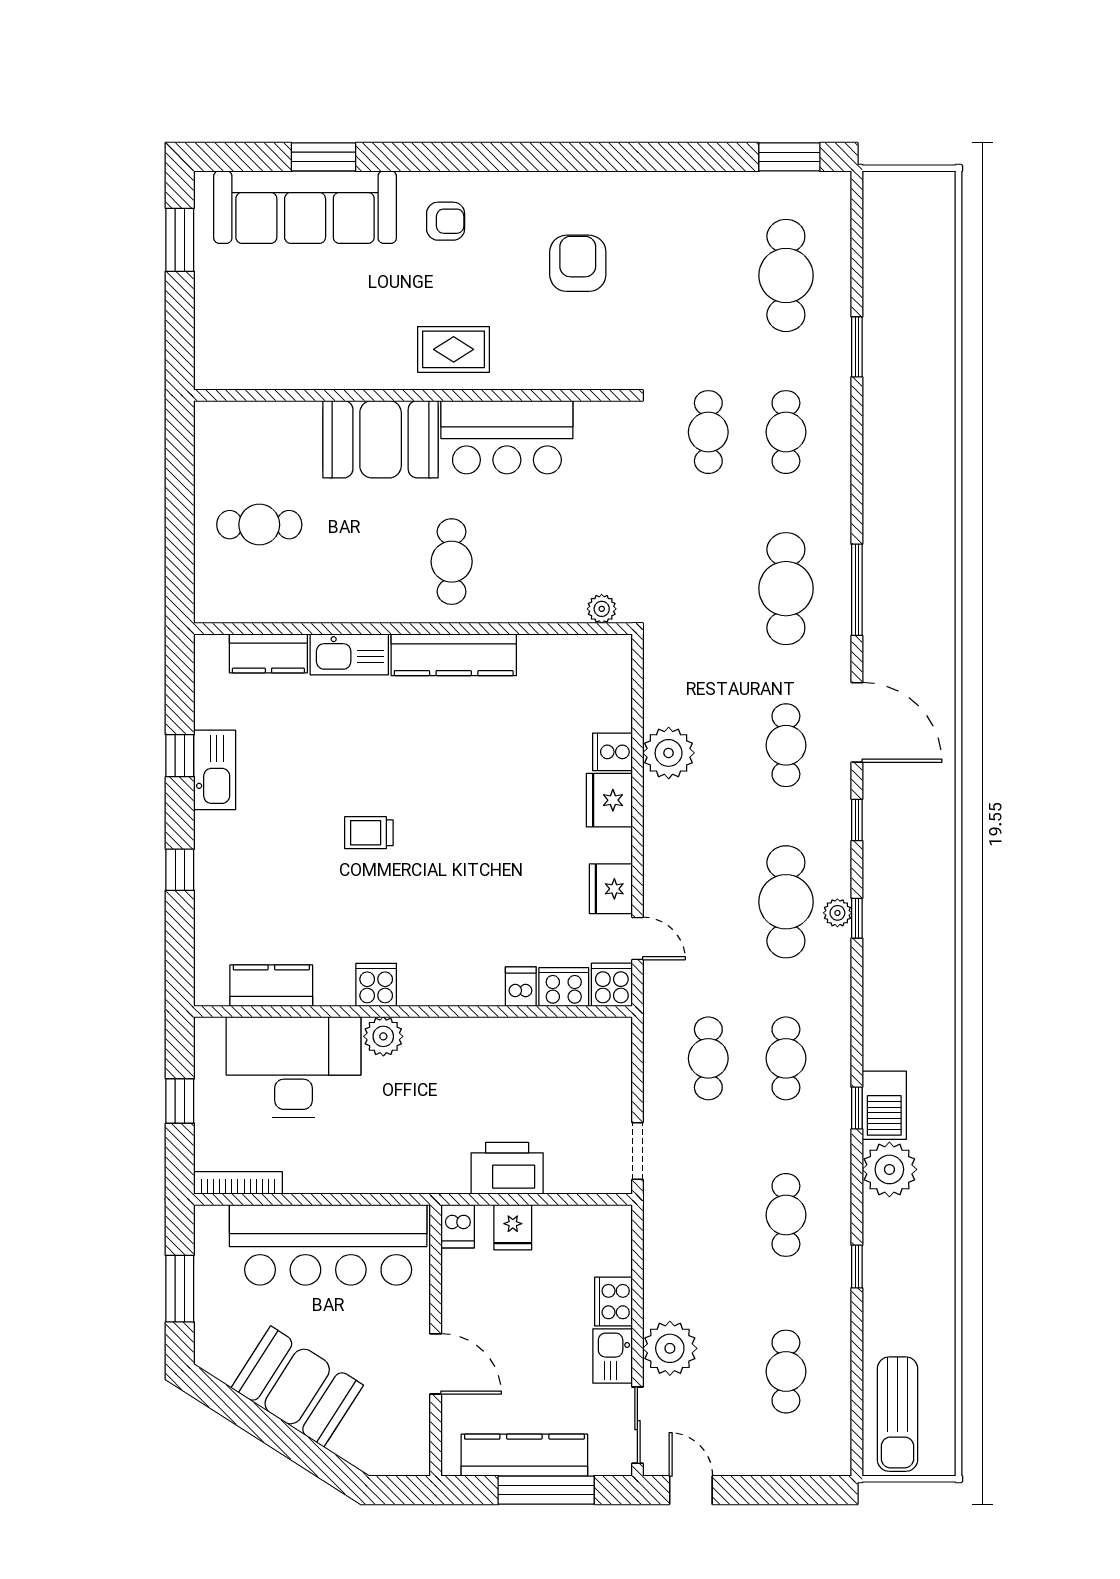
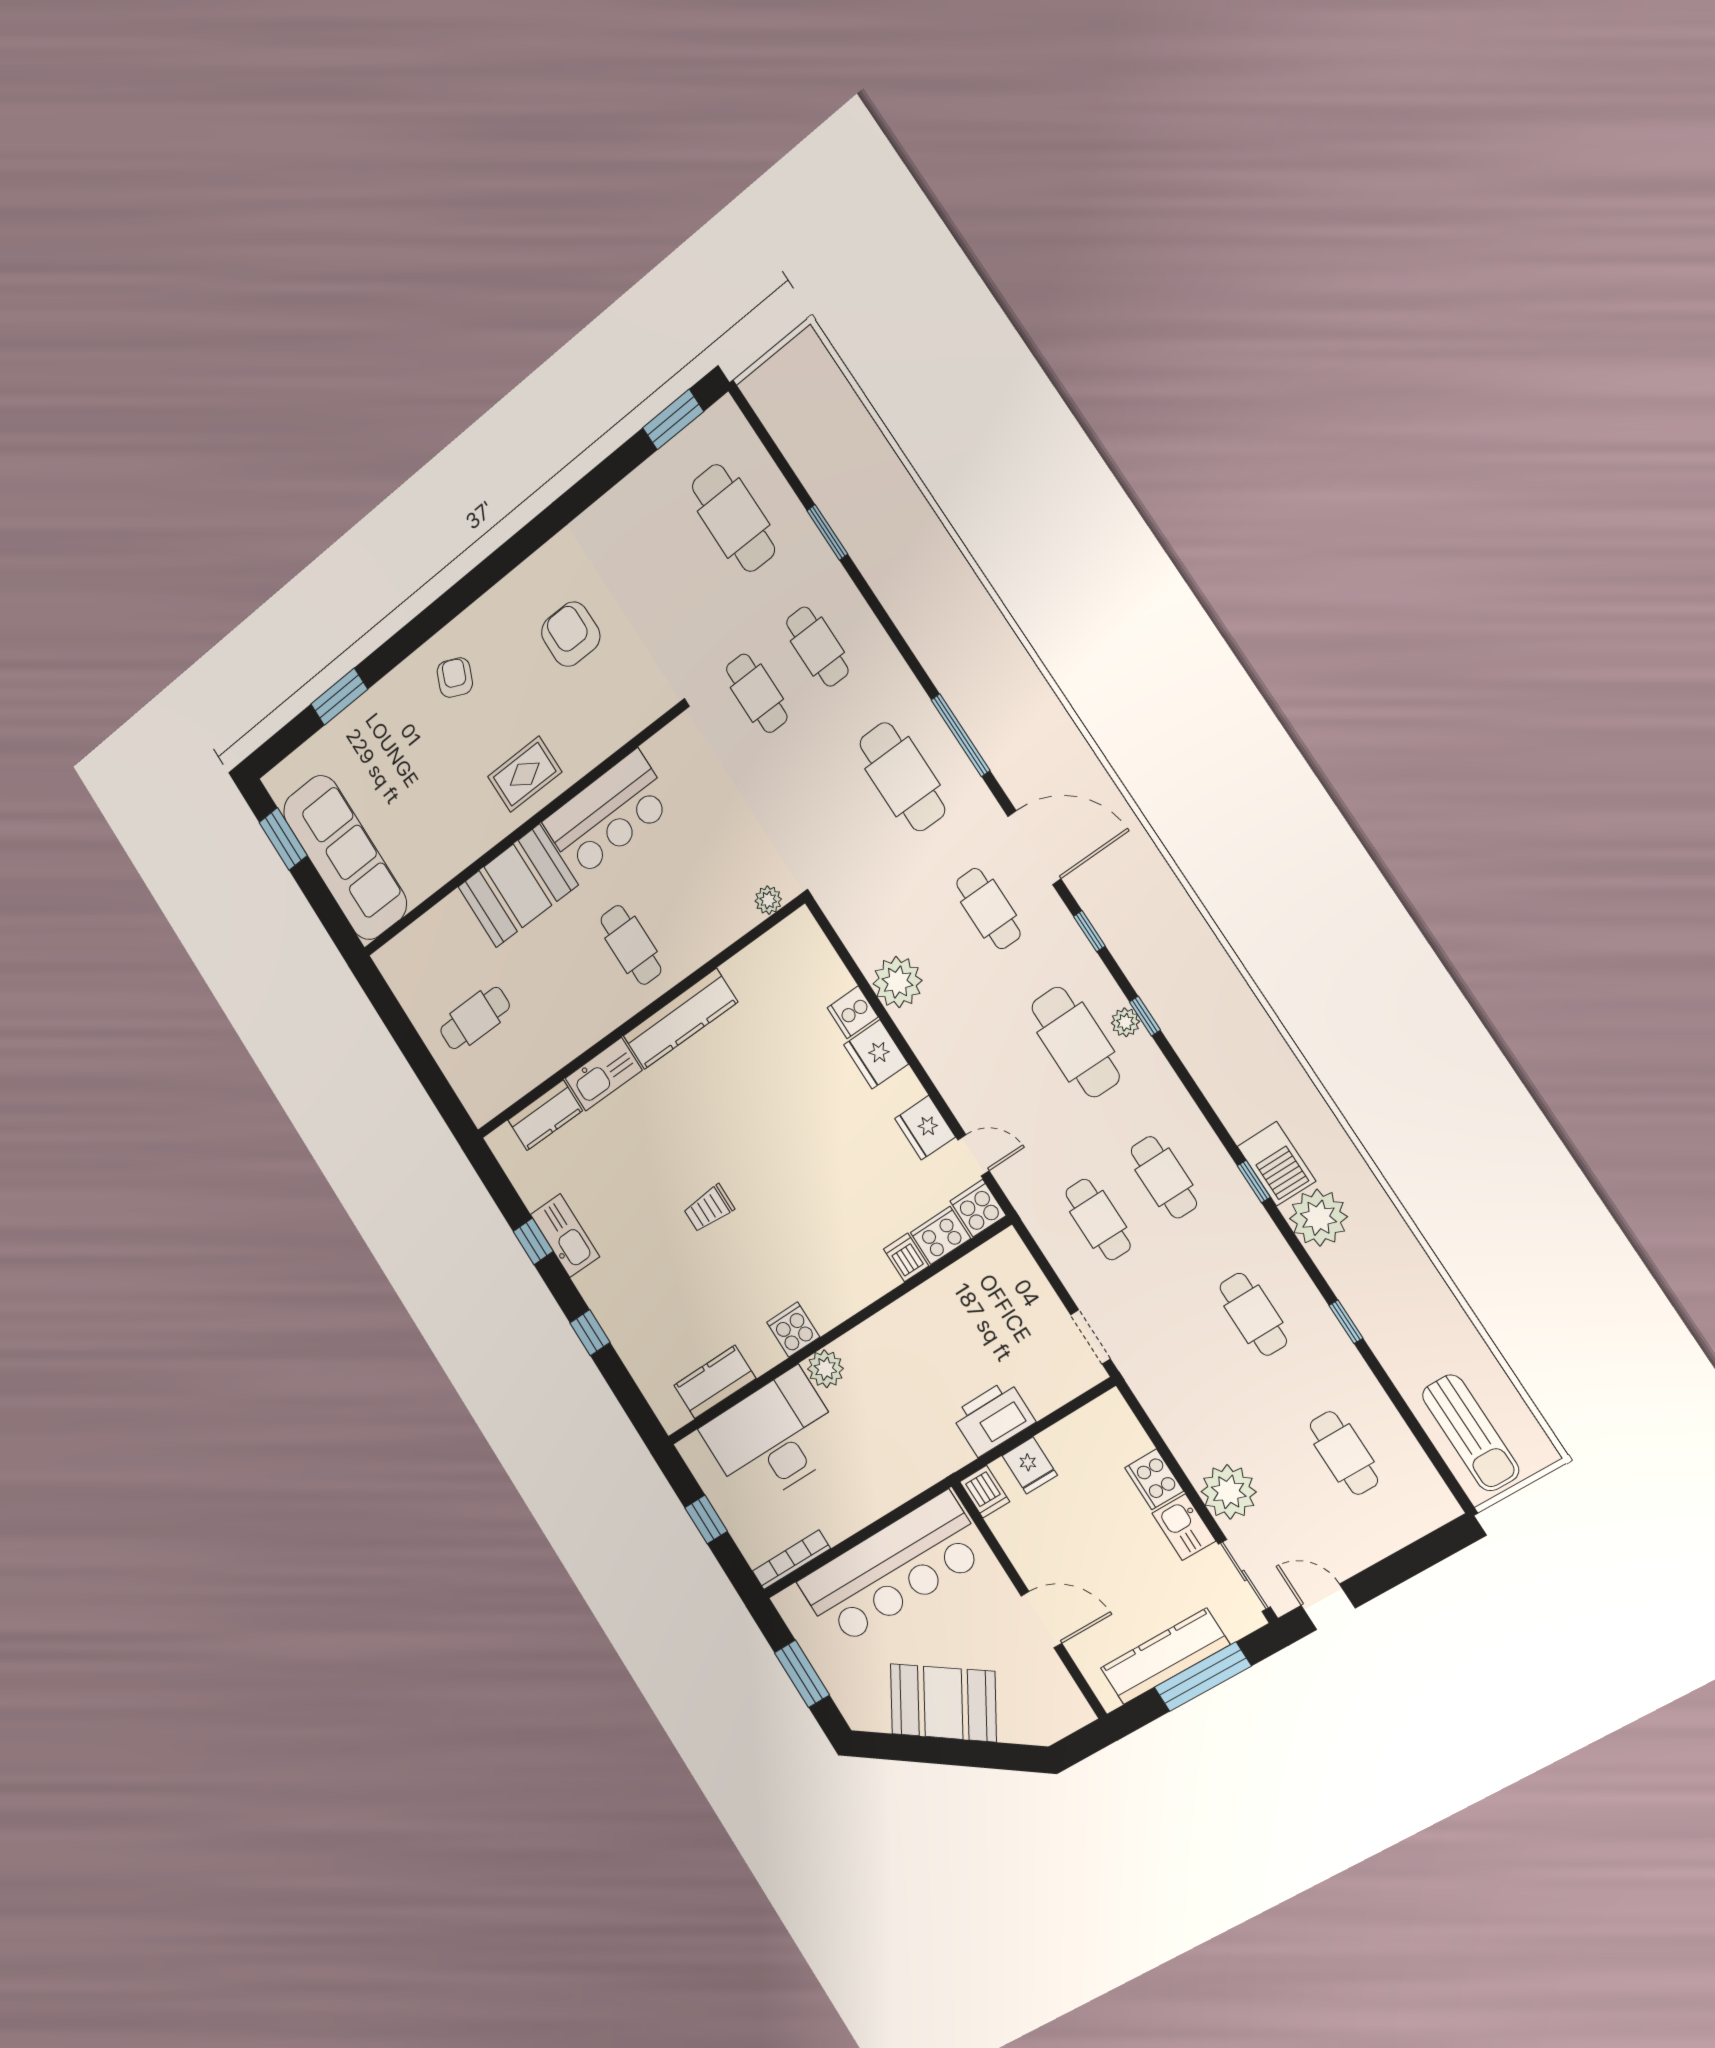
sofa: (305, 207) -> (345, 857), moved, turned -90
armchair: (446, 221) -> (455, 678), turned -66

